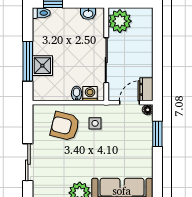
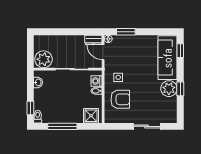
window: (28, 61) -> (62, 126), moved
shower: (42, 66) -> (91, 116), moved
armchair: (65, 126) -> (120, 99), turned -104

